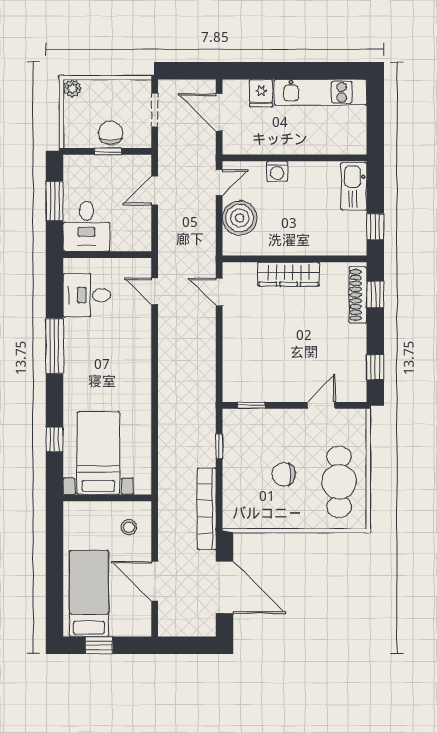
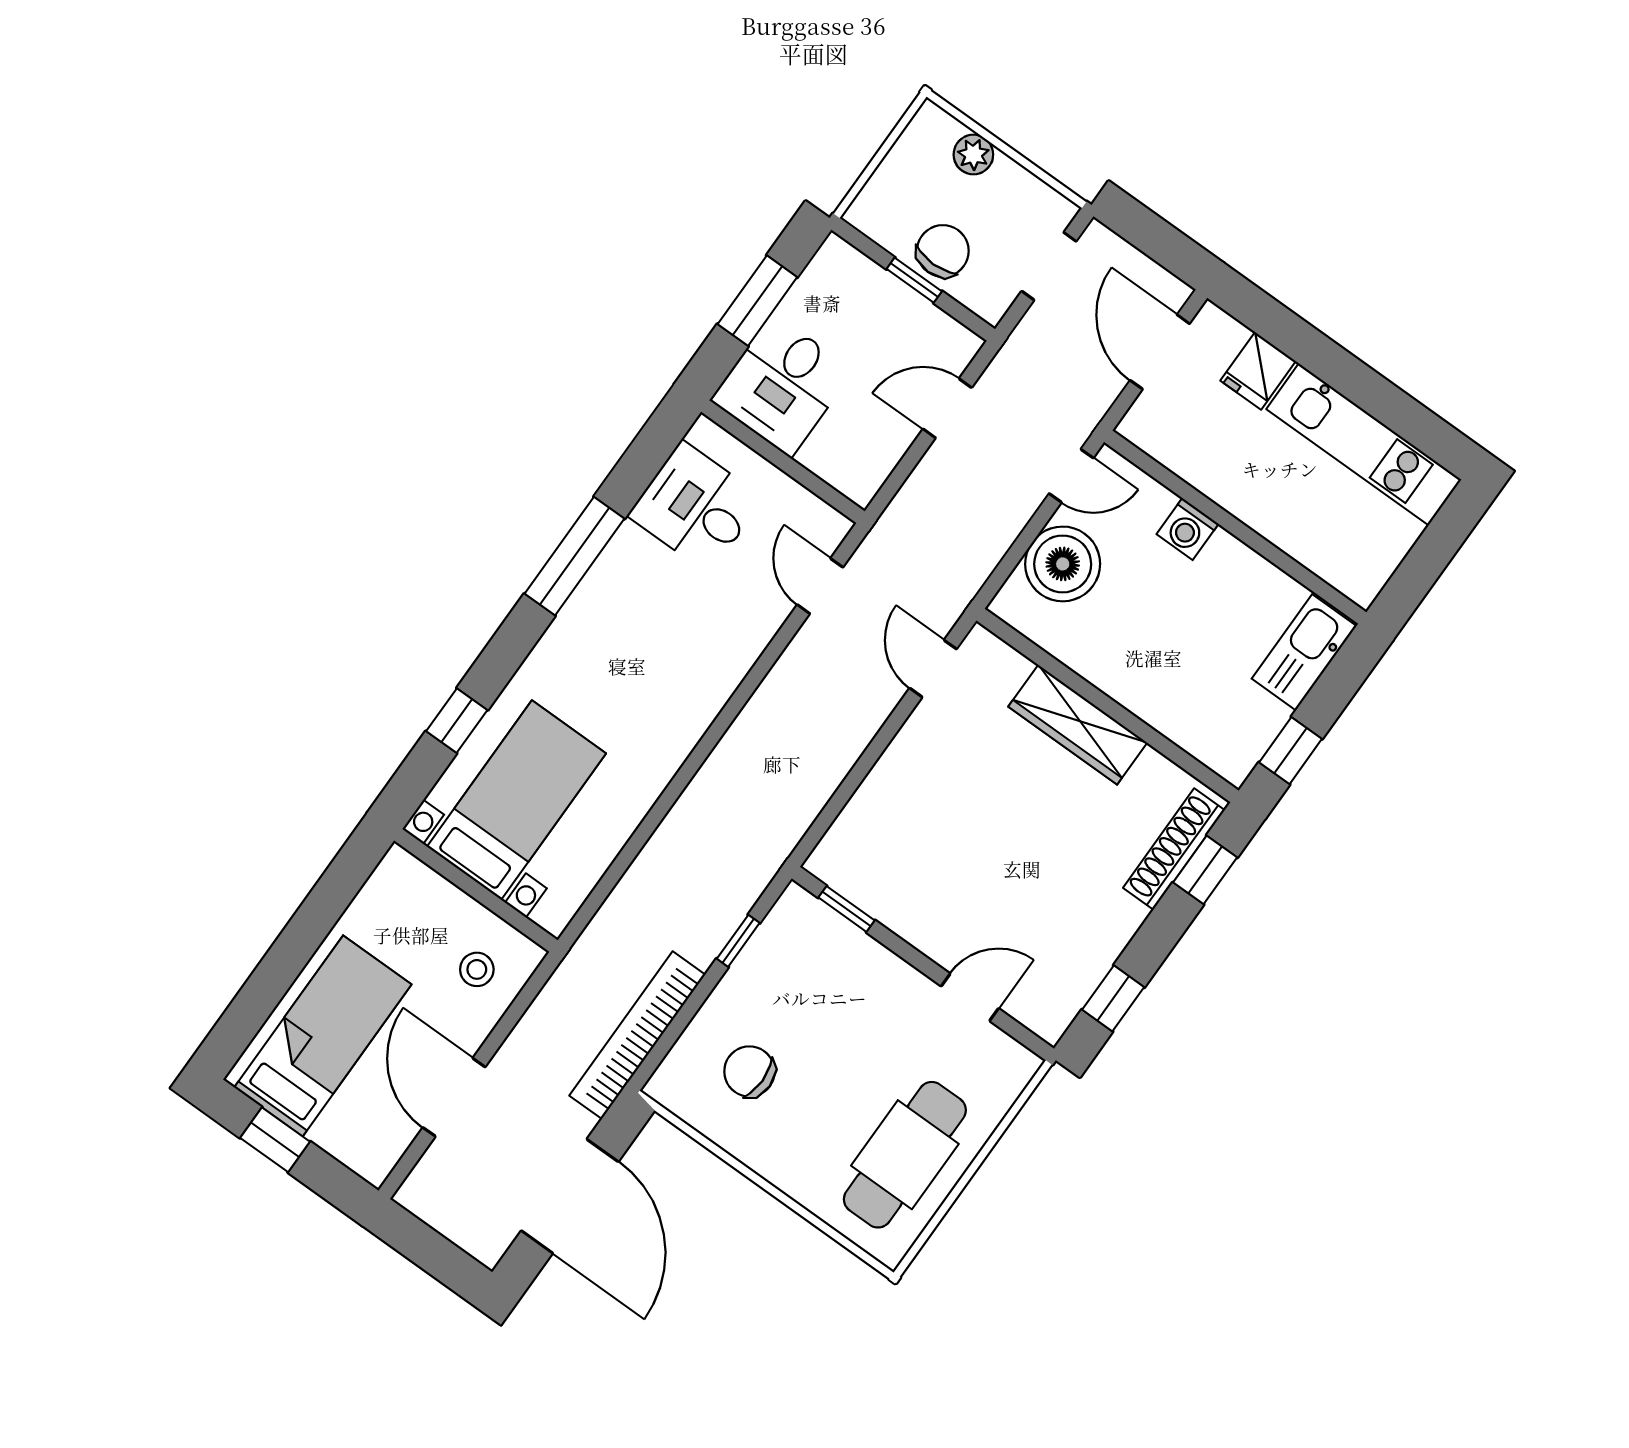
plant: (72, 88) -> (973, 155), moved
chair: (284, 474) -> (749, 1071), moved

